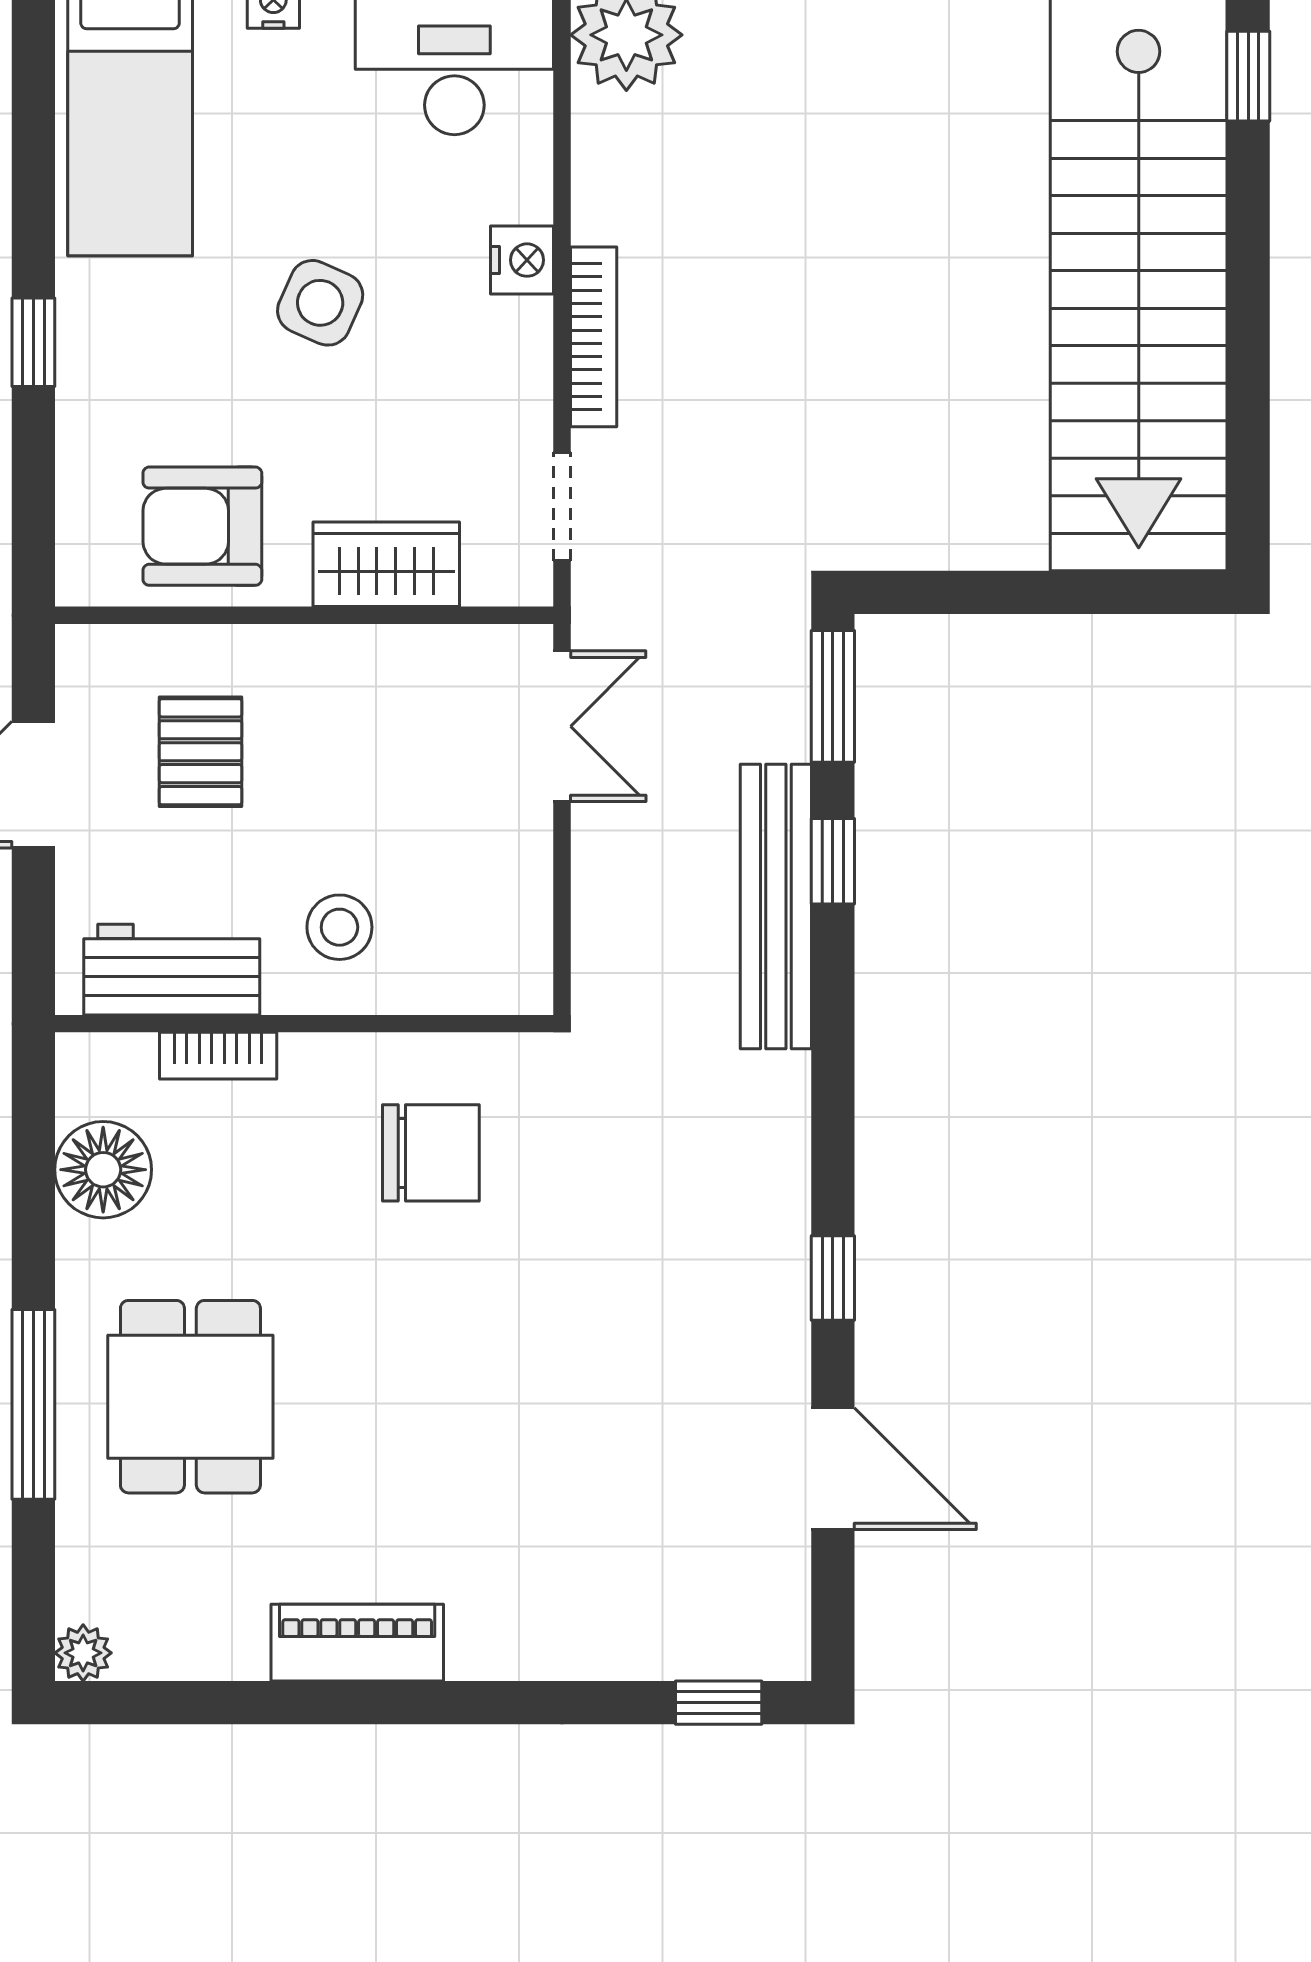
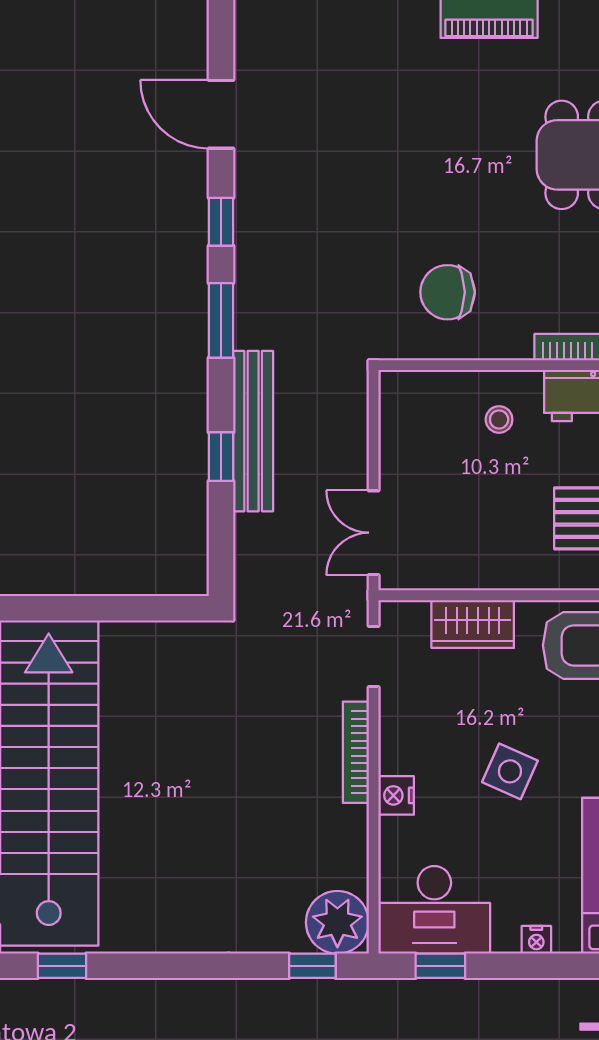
window: (833, 696) -> (221, 320), moved
stool: (339, 927) -> (499, 419), width x0.73, depth x0.73

